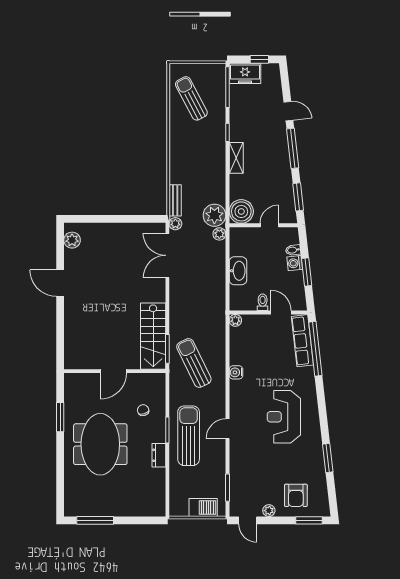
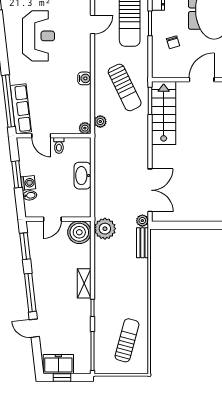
freezer: (245, 73) -> (58, 364), moved
sun lounger: (191, 98) -> (127, 340), turned -137
plant: (219, 234) -> (100, 122), moved

